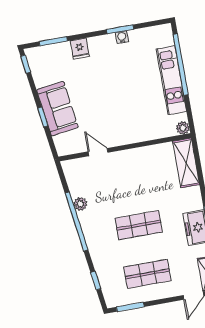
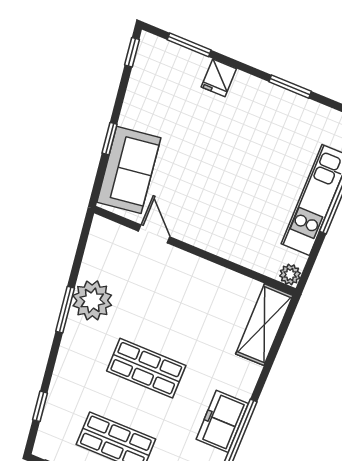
water cooler: (122, 37) -> (286, 99), removed
sofa: (57, 109) -> (129, 170), moved
plant: (80, 204) -> (92, 300), width x1.87, depth x1.87
window: (77, 221) -> (65, 310), width x0.47

